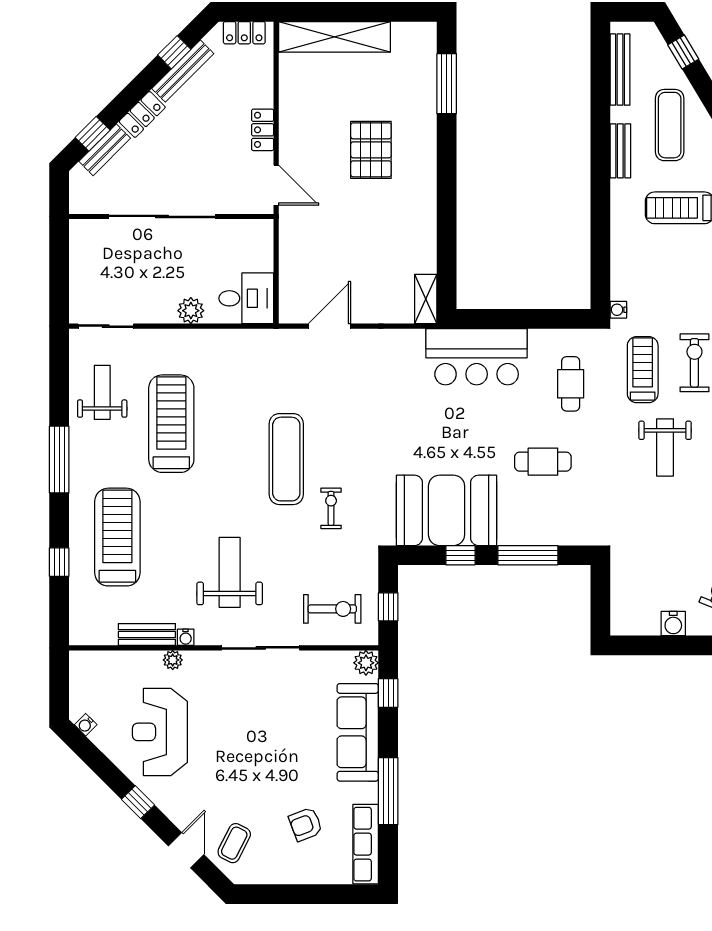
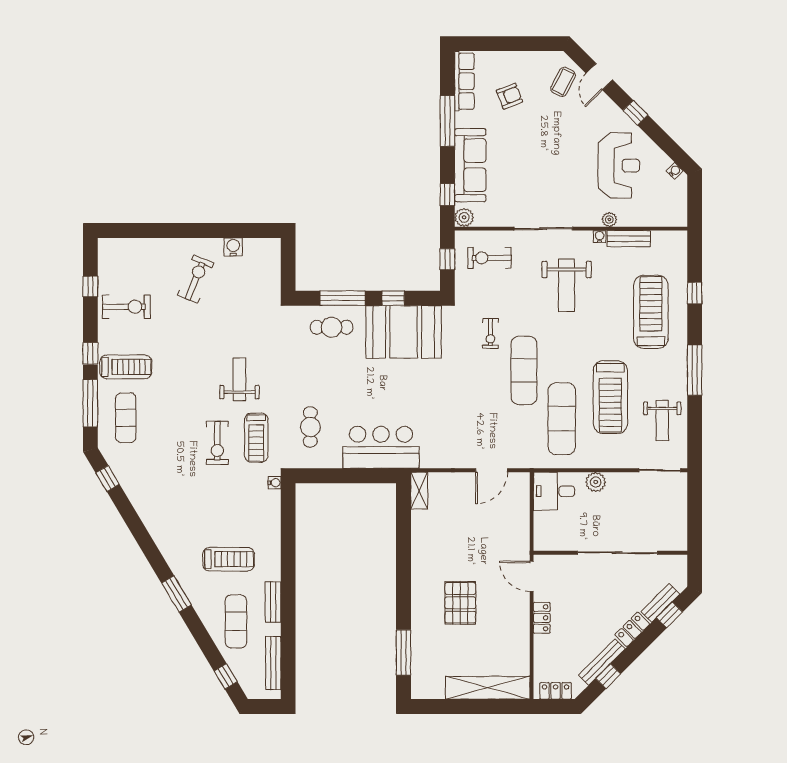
exercise mat: (236, 395) -> (562, 419), added
cafe table: (543, 462) -> (332, 327), moved
treadmill: (117, 537) -> (651, 312), turned 180

